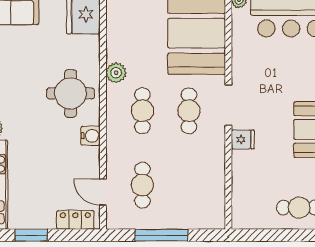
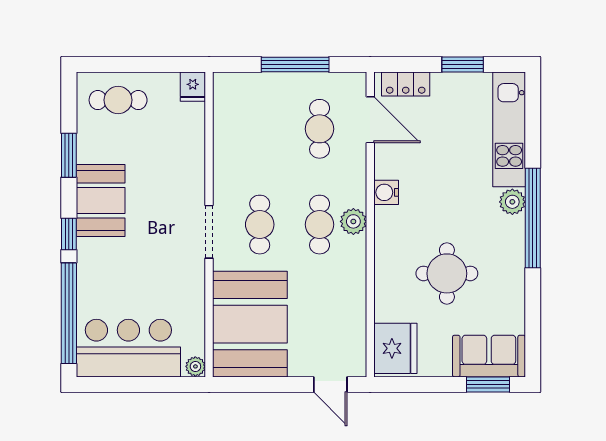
plant: (116, 73) -> (353, 221), moved
round table: (71, 93) -> (447, 273), moved
fridge: (243, 139) -> (193, 87), moved, turned -90
door: (103, 192) -> (370, 120), width x1.38

